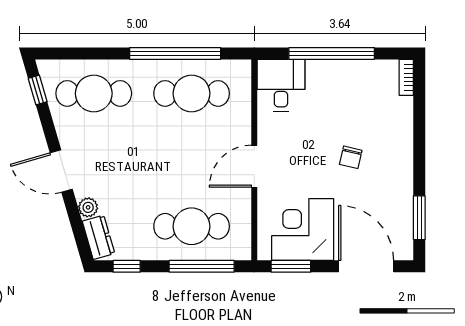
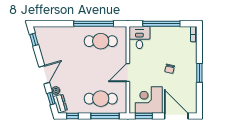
cafe table: (94, 93) -> (58, 41), removed
door: (61, 171) -> (44, 75), swing flipped
window: (419, 218) -> (199, 73), moved
window: (77, 226) -> (51, 99), added

